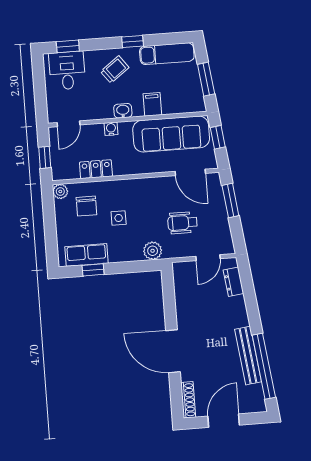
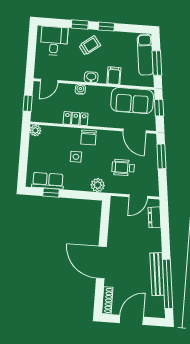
window: (68, 46) -> (80, 25), moved
exam couch: (167, 54) -> (145, 55), moved, turned 83
sofa: (171, 134) -> (132, 101), width x0.73
locker: (96, 169) -> (76, 119), moved
chair: (86, 206) -> (89, 138), moved

